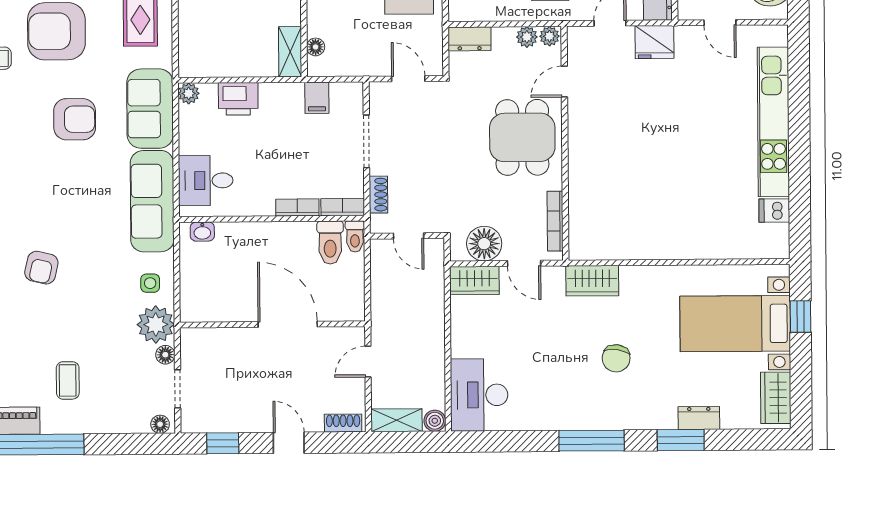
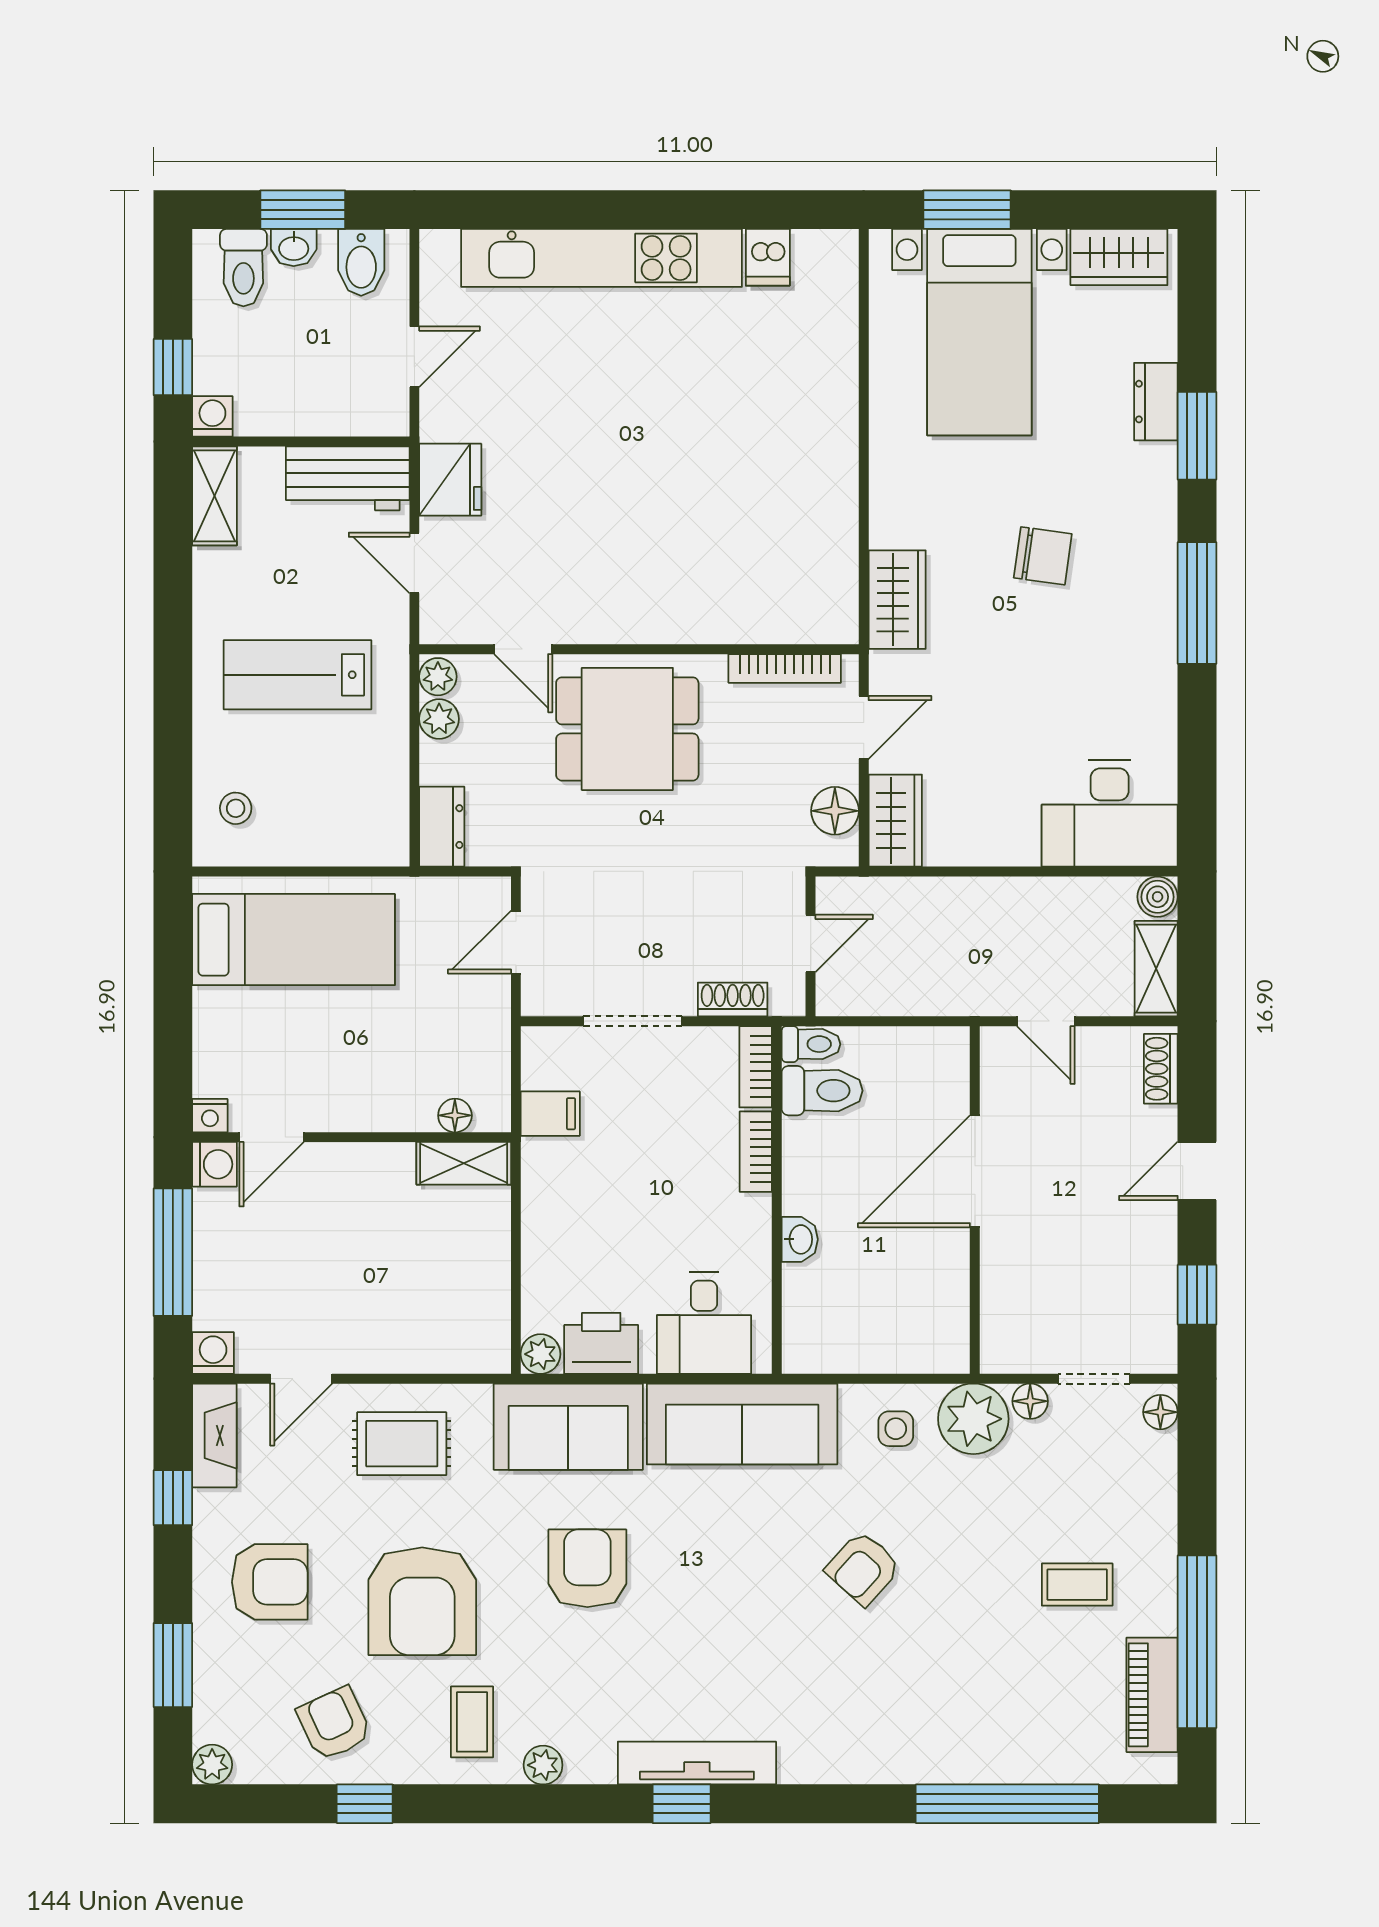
printer: (238, 99) -> (601, 1343), moved, turned -90
washbasin: (202, 232) -> (800, 1239), moved
floor lamp: (484, 244) -> (835, 811), width x0.73, depth x0.73
armchair: (41, 268) -> (863, 1568), moved, turned 119
window: (800, 317) -> (967, 210), width x1.50

